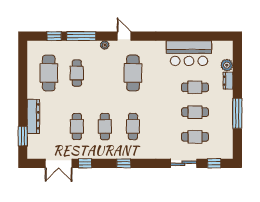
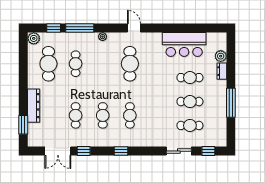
door: (124, 36) -> (134, 28), moved
plant: (34, 47) -> (34, 38), added

